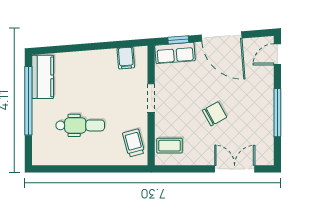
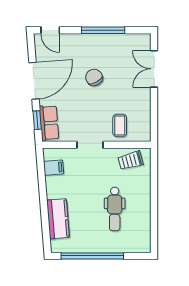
kitchen counter: (43, 77) -> (58, 219), moved, turned 85
chair: (215, 114) -> (94, 77), moved
dental chair: (80, 125) -> (115, 209), turned 180
coffee table: (170, 146) -> (120, 125), moved

